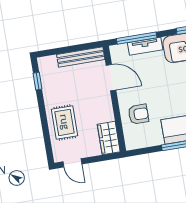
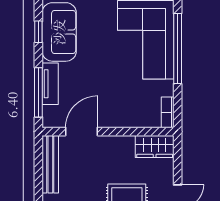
armchair: (138, 114) -> (132, 105), removed
bookcase: (138, 144) -> (168, 112), added

